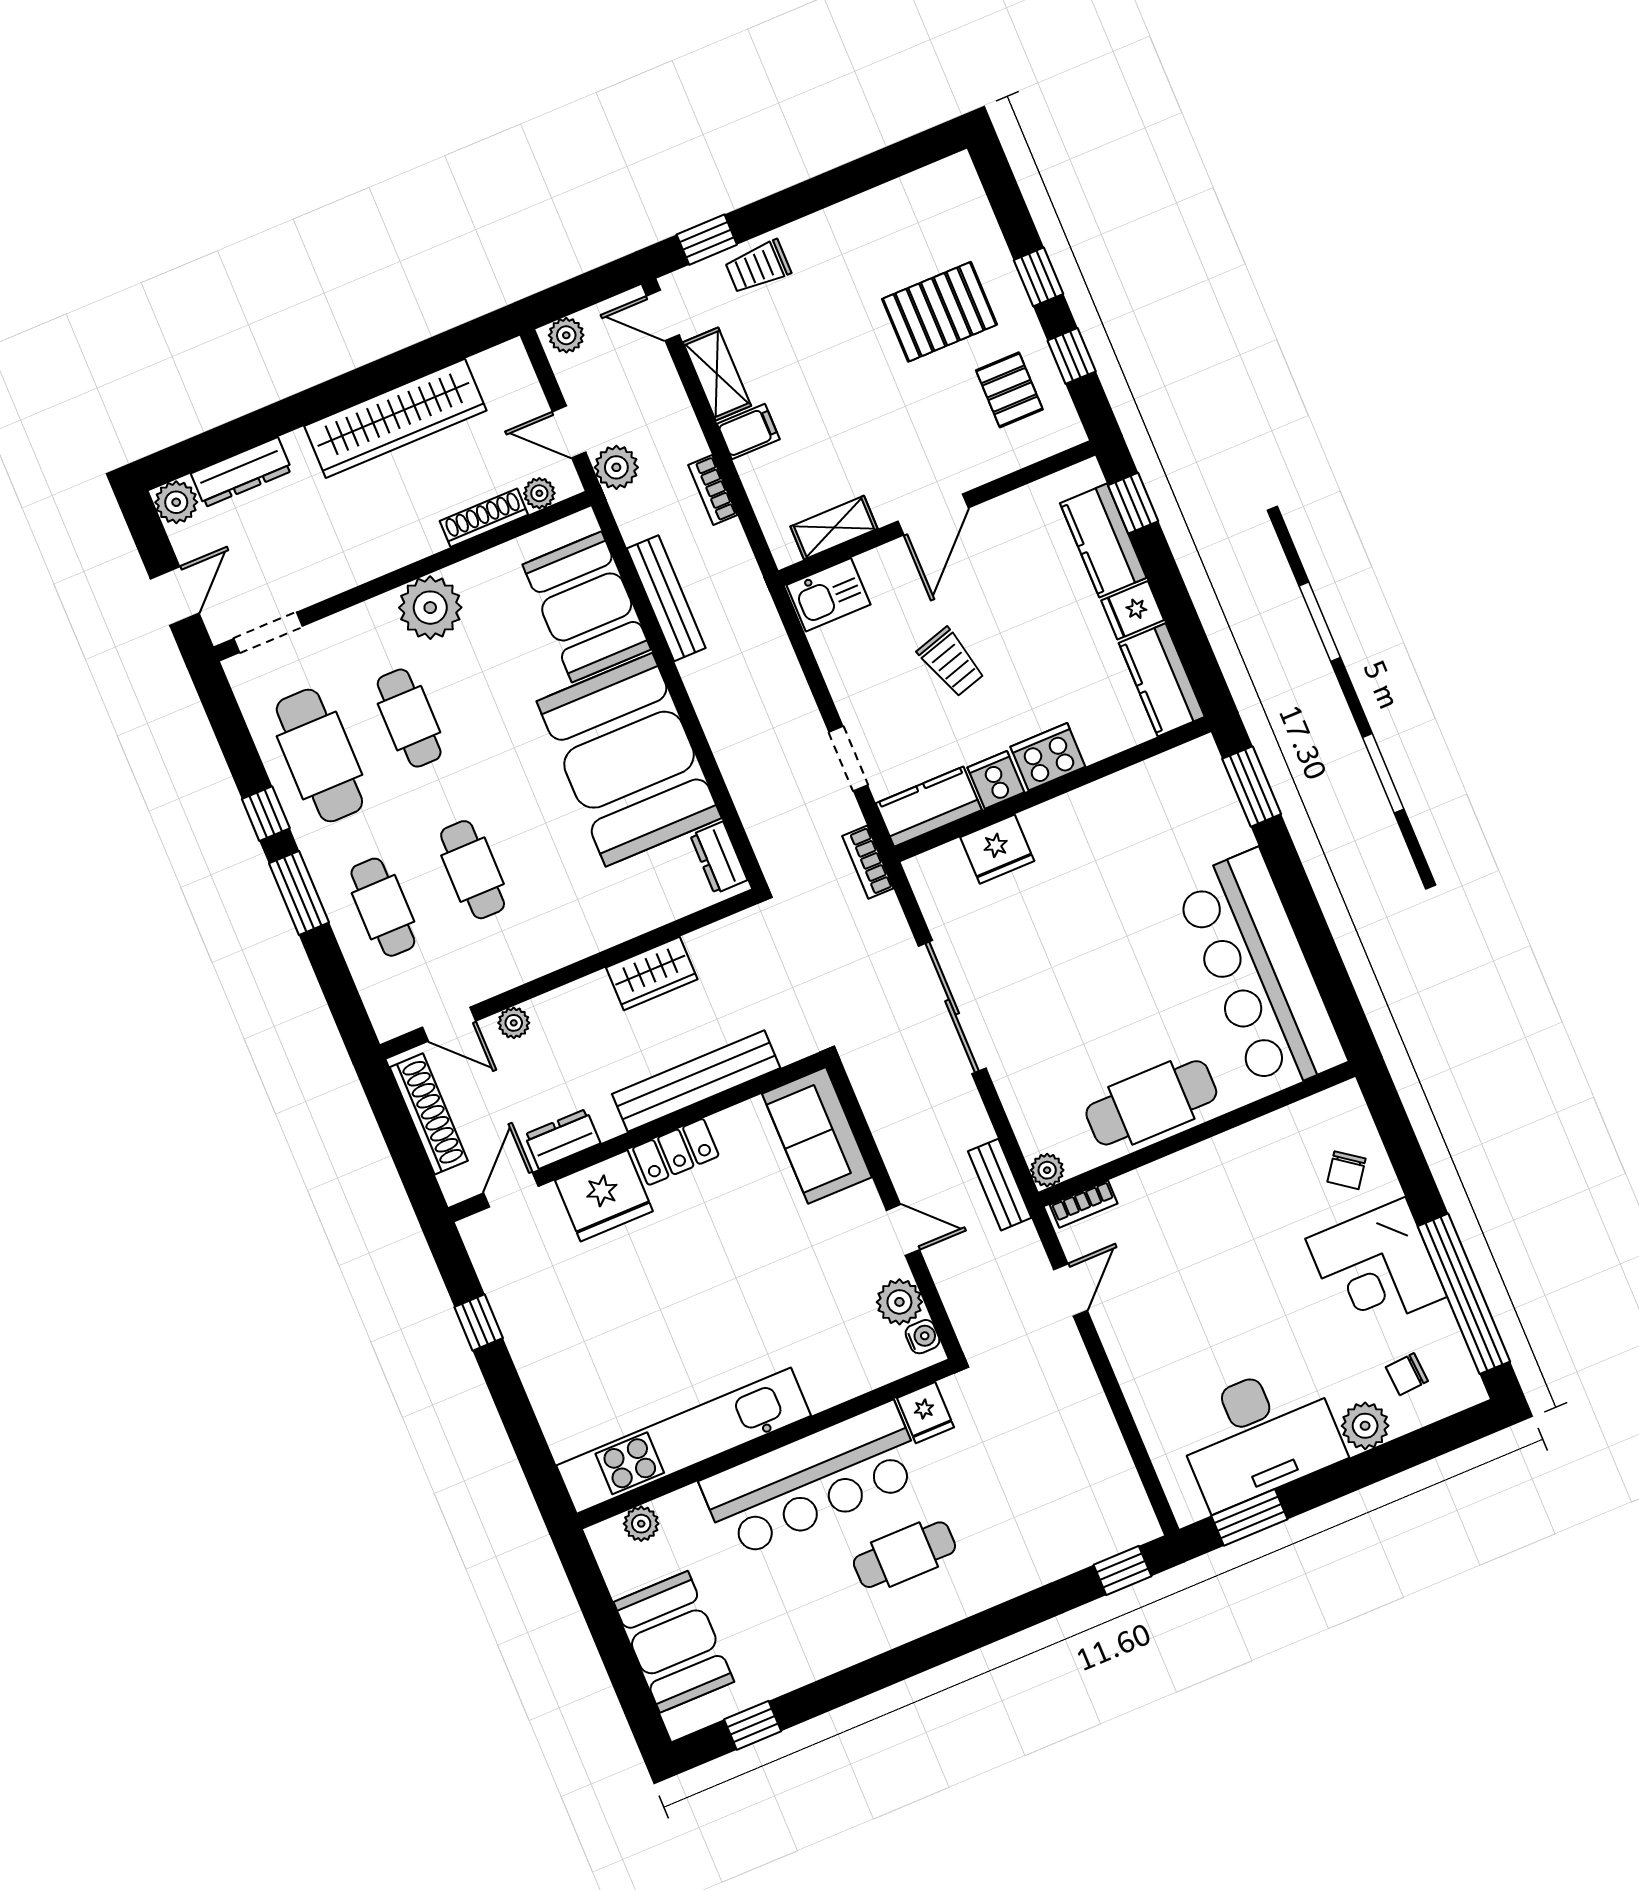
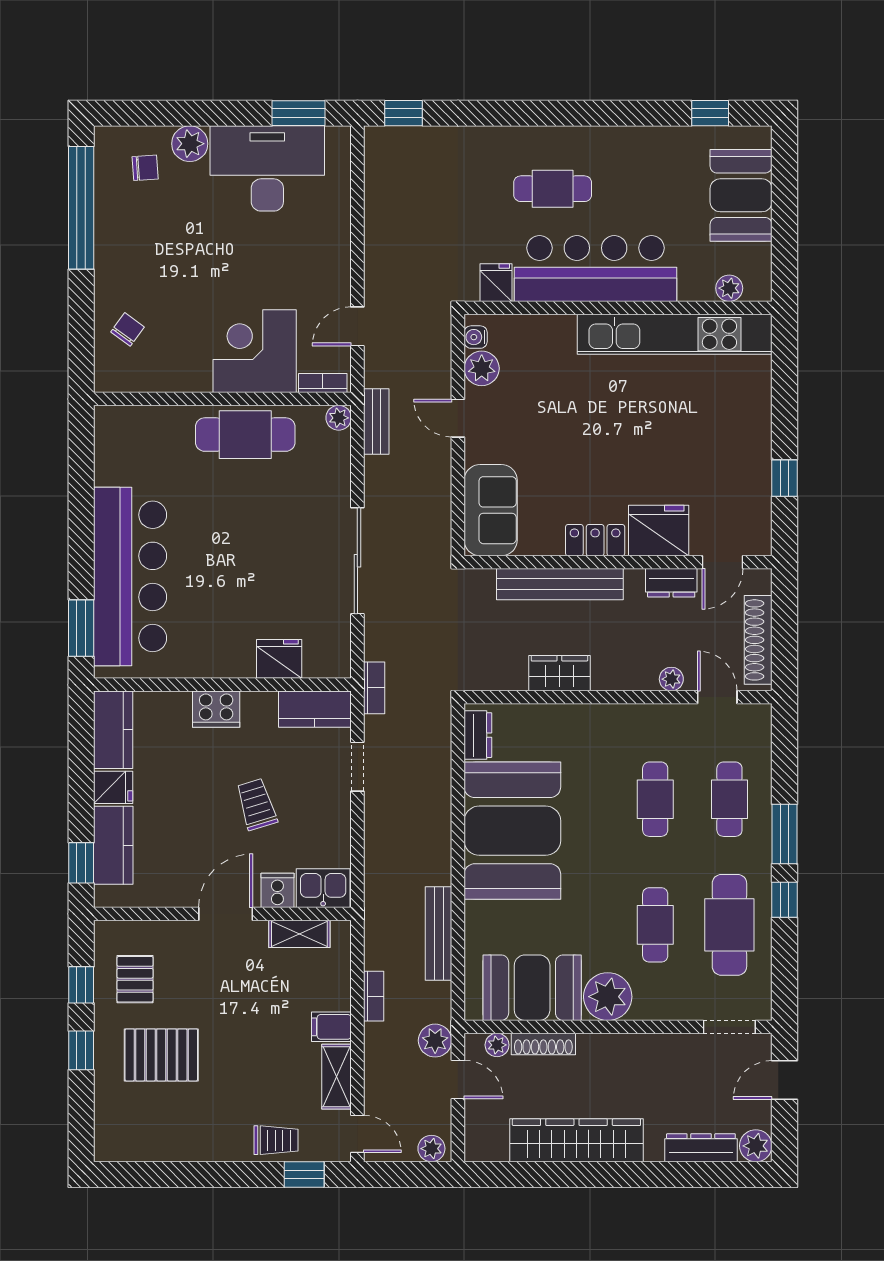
booth: (587, 607) -> (532, 988), moved, turned 90
cooker: (996, 780) -> (277, 890), moved, turned 180
bar counter: (1260, 972) -> (130, 576), moved
corner desk: (1376, 1268) -> (255, 351), moved, turned -90

